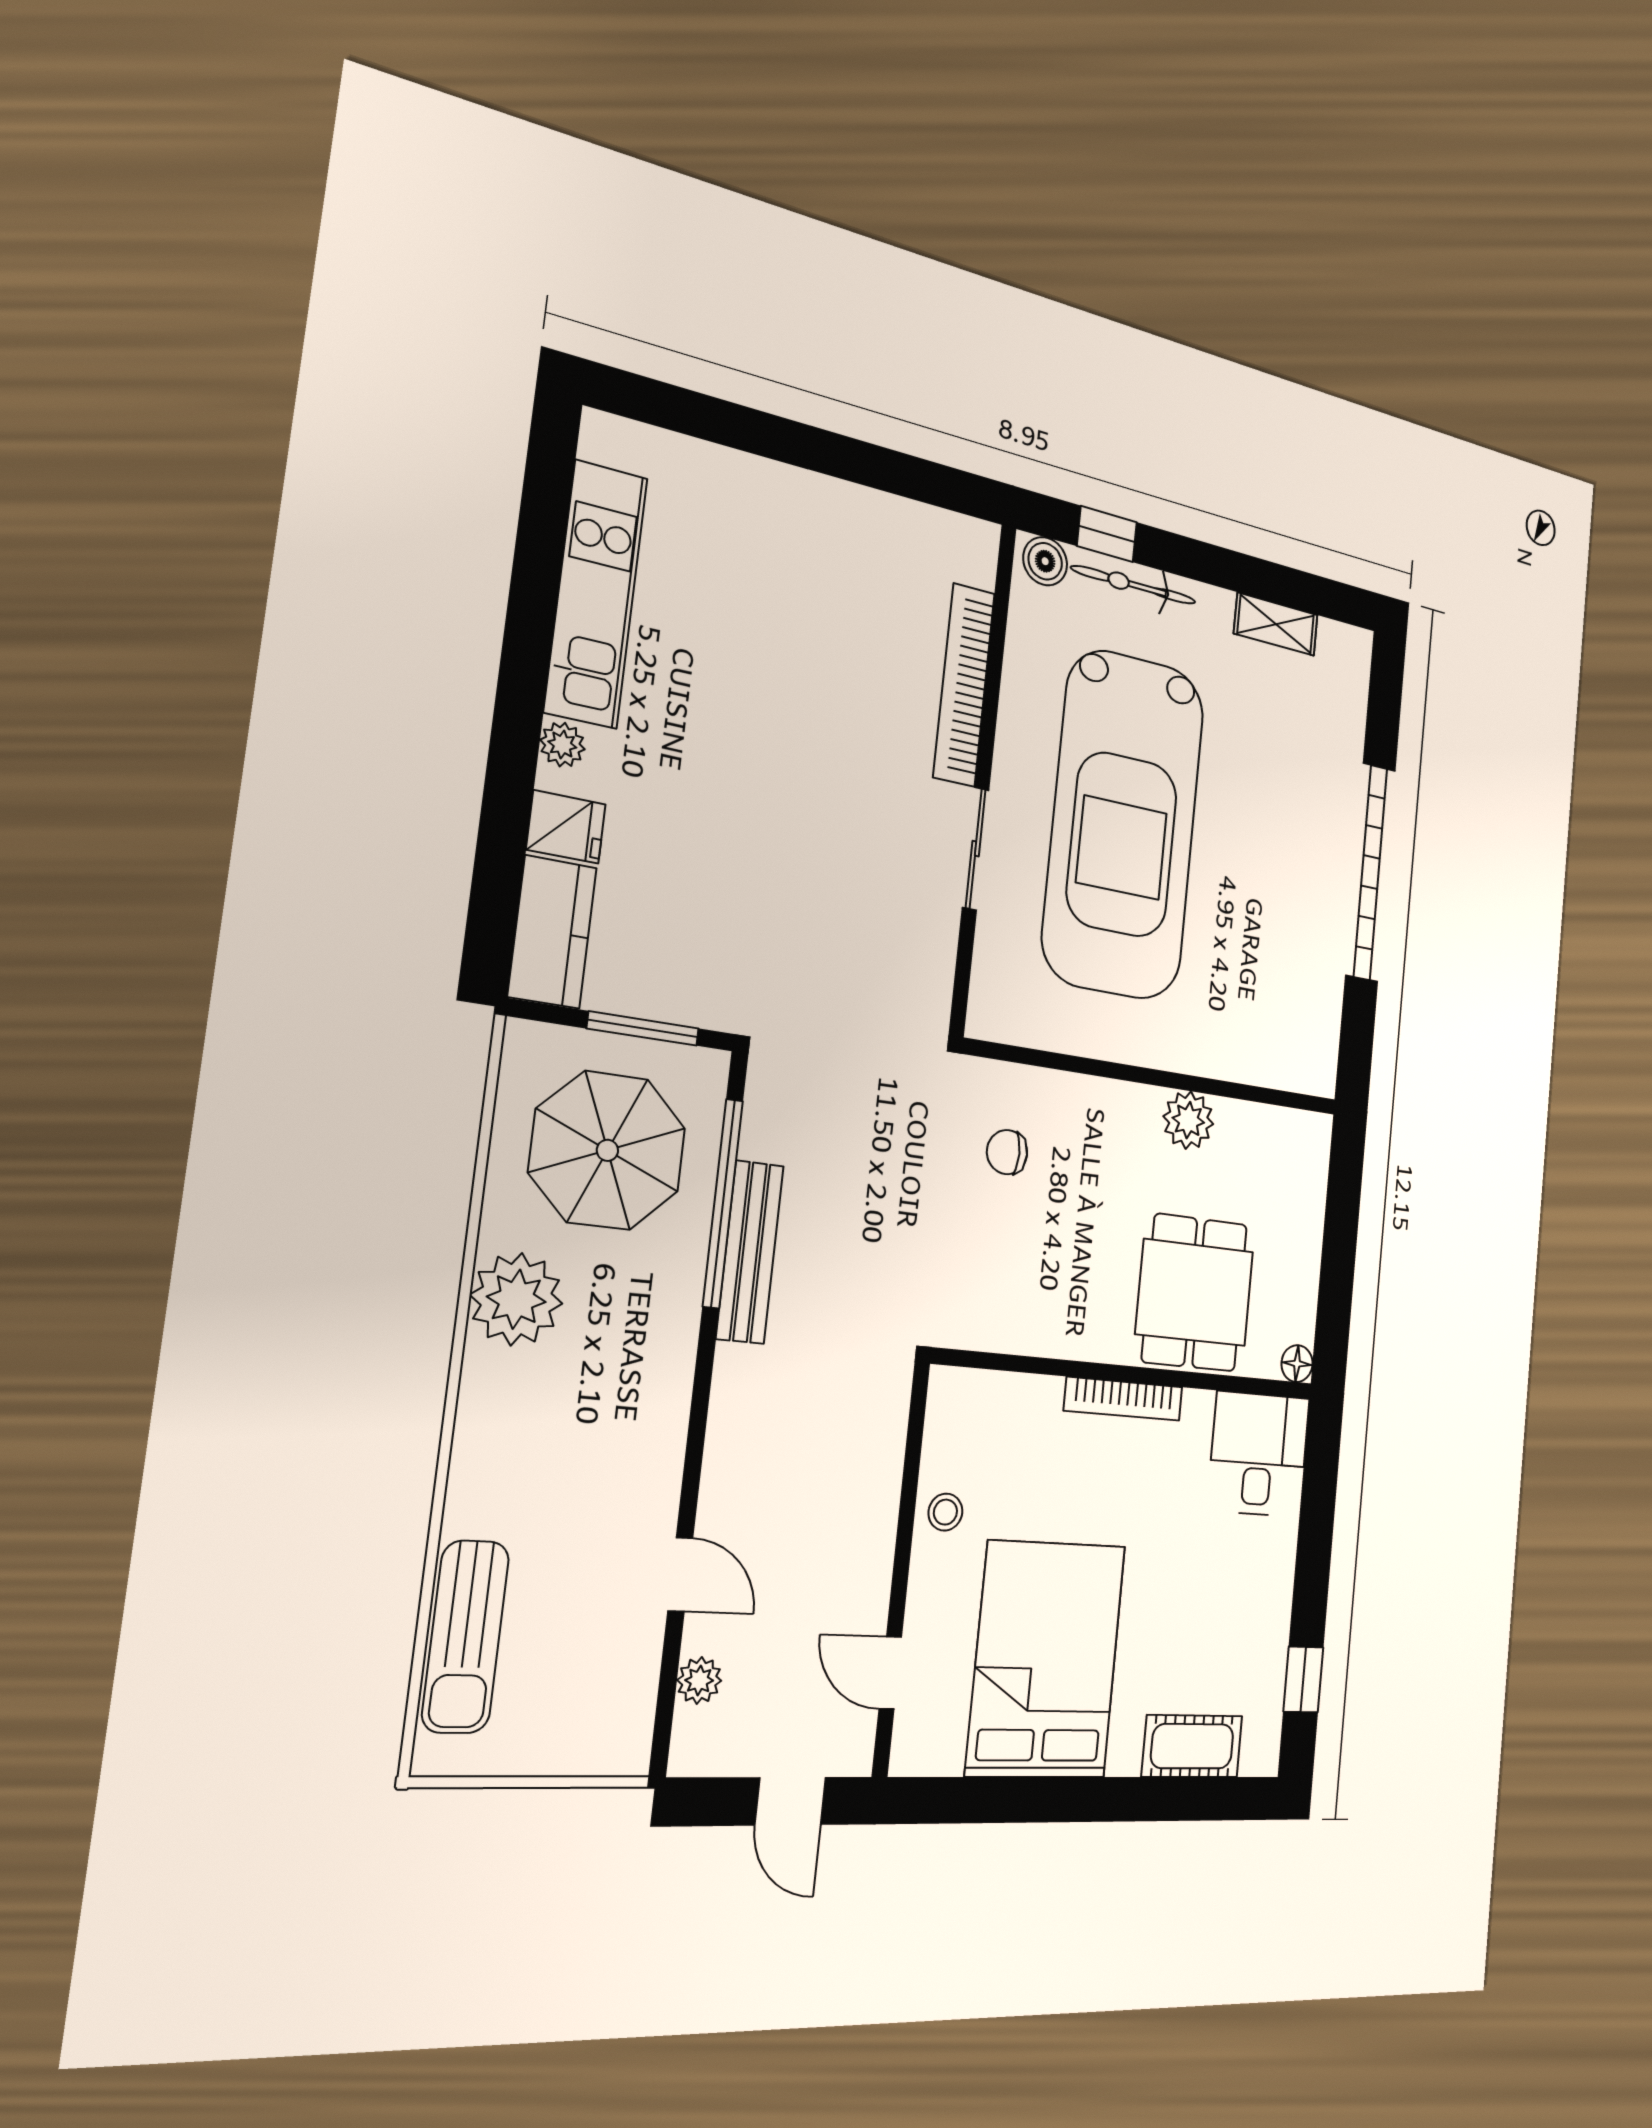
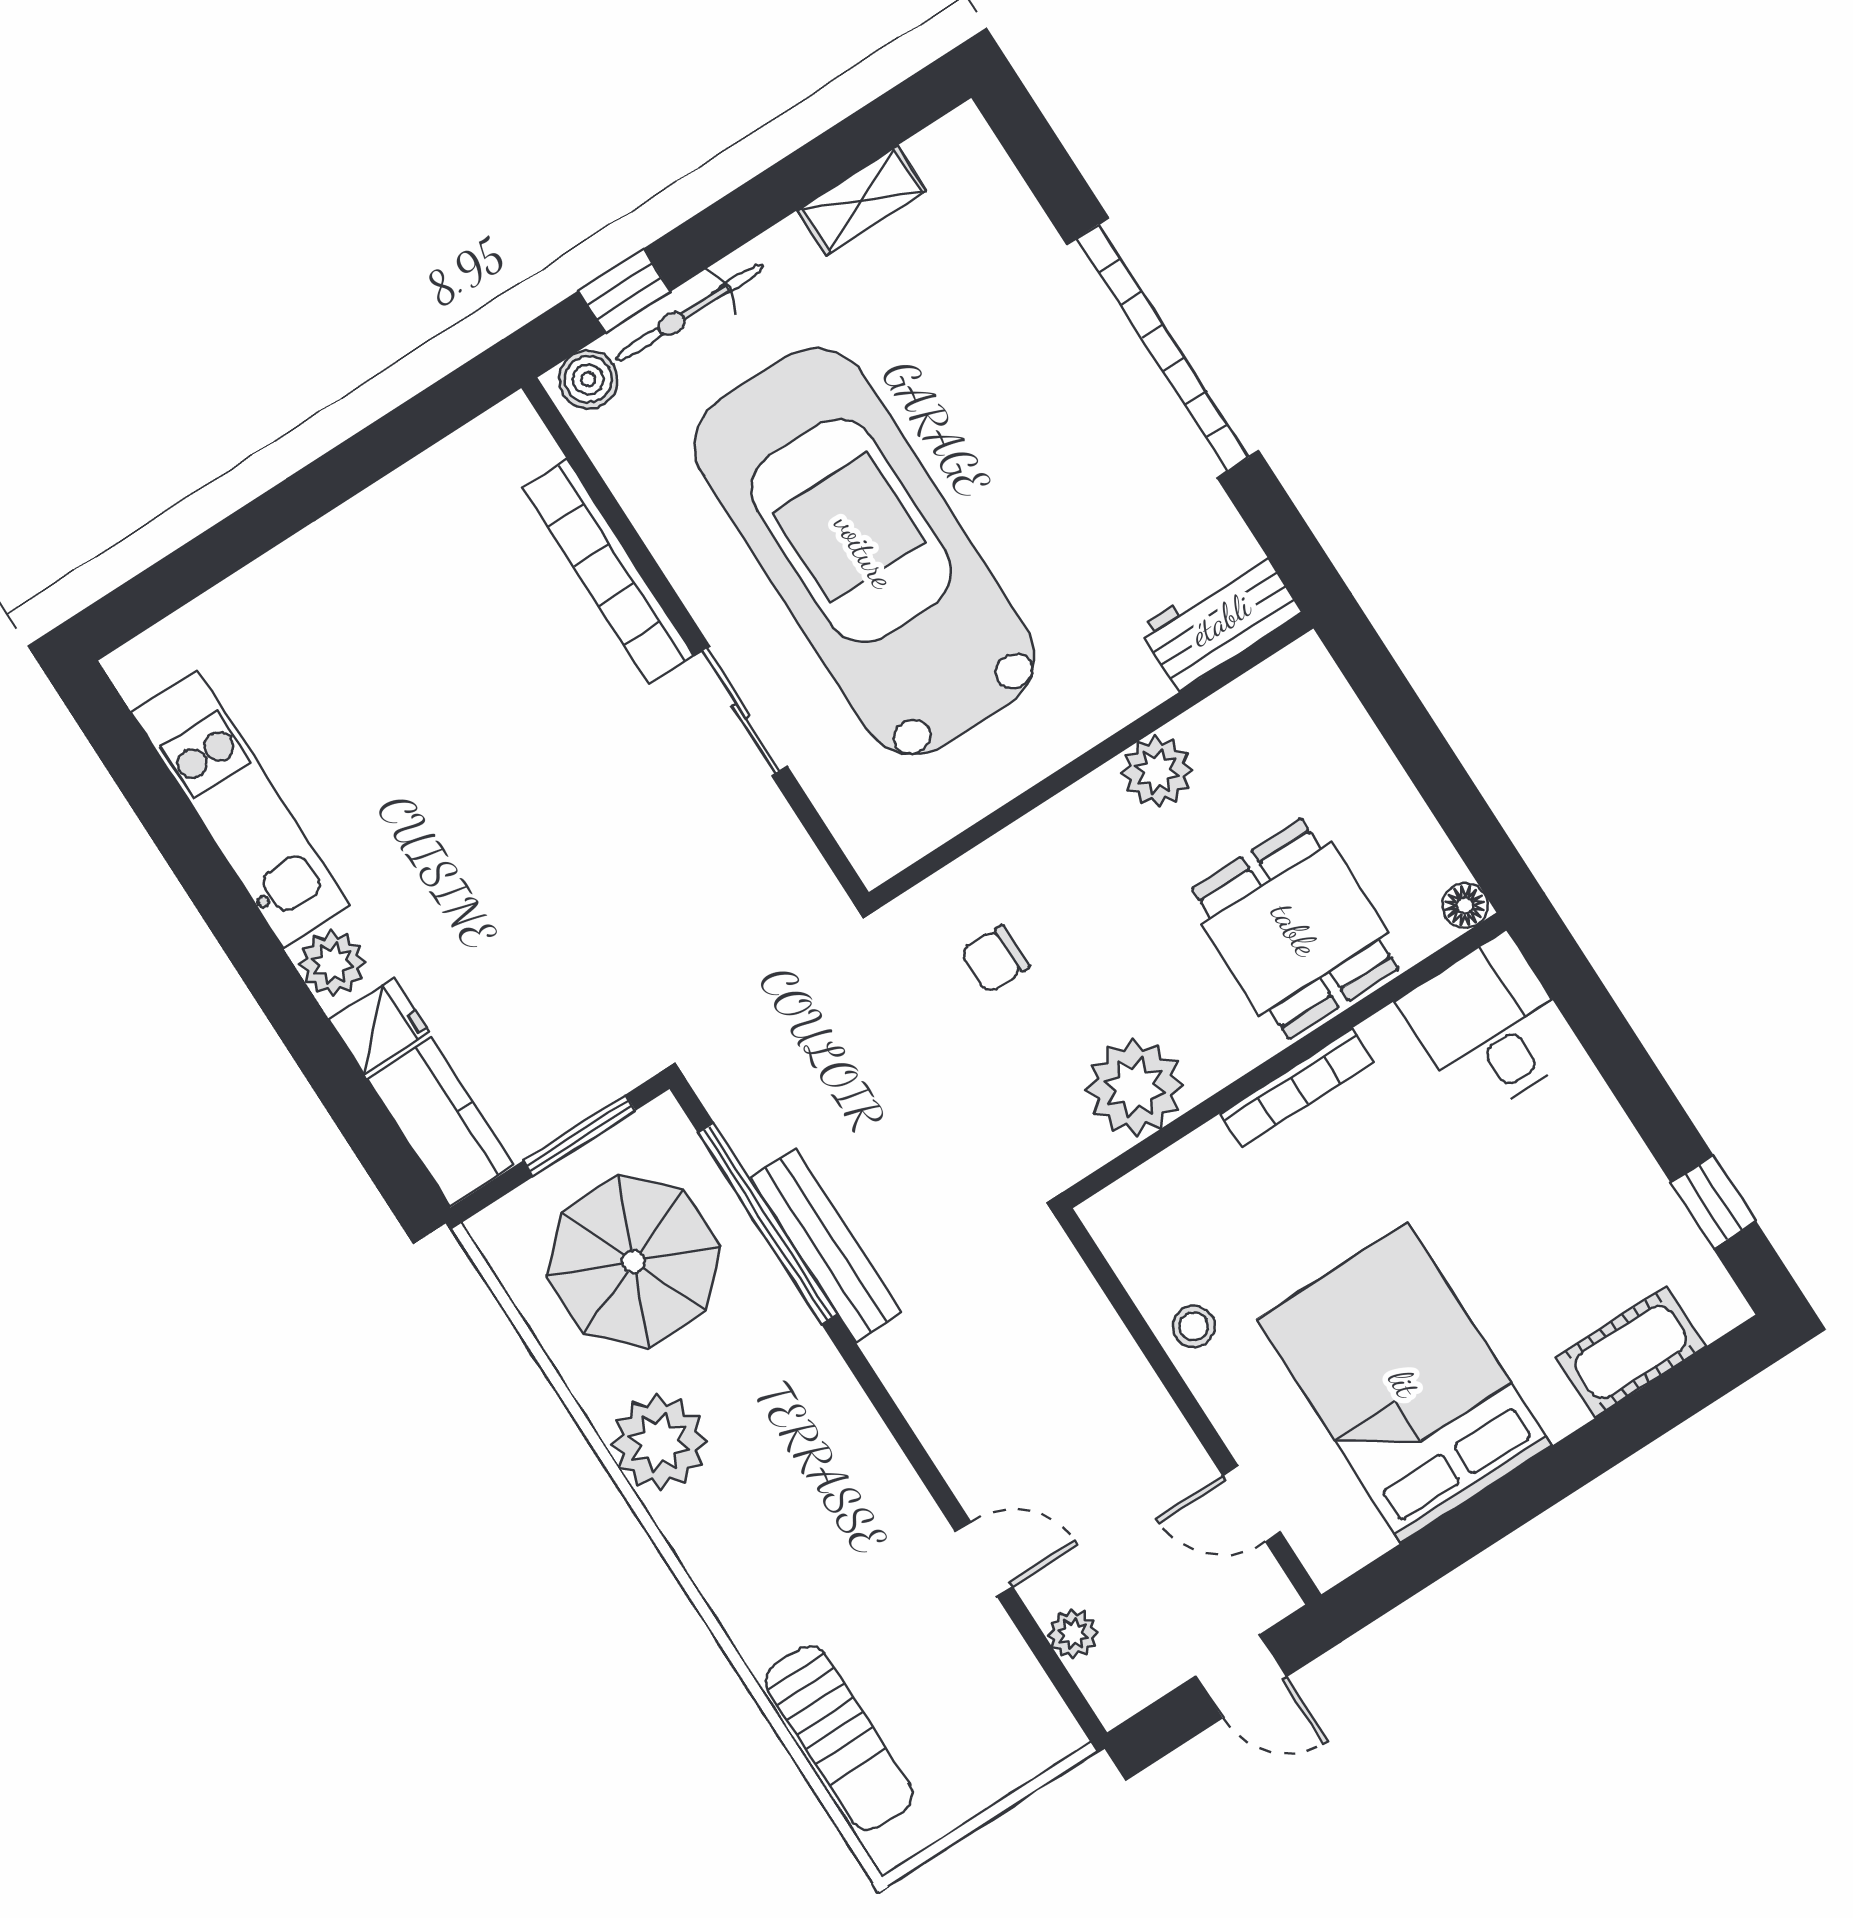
plant: (562, 745) -> (332, 963), width x1.38, depth x1.38
car: (1124, 824) -> (865, 551), turned 180
workbench: (1288, 1061) -> (1220, 620), added
plant: (1028, 1314) -> (1135, 1087), added

